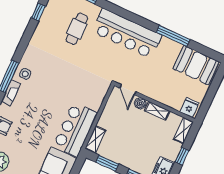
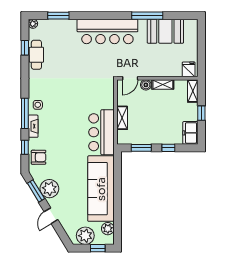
cafe table: (77, 29) -> (36, 55), moved
booth: (196, 65) -> (165, 31), moved
door: (128, 90) -> (130, 78), hinge flipped
shelving: (95, 139) -> (122, 118), moved

